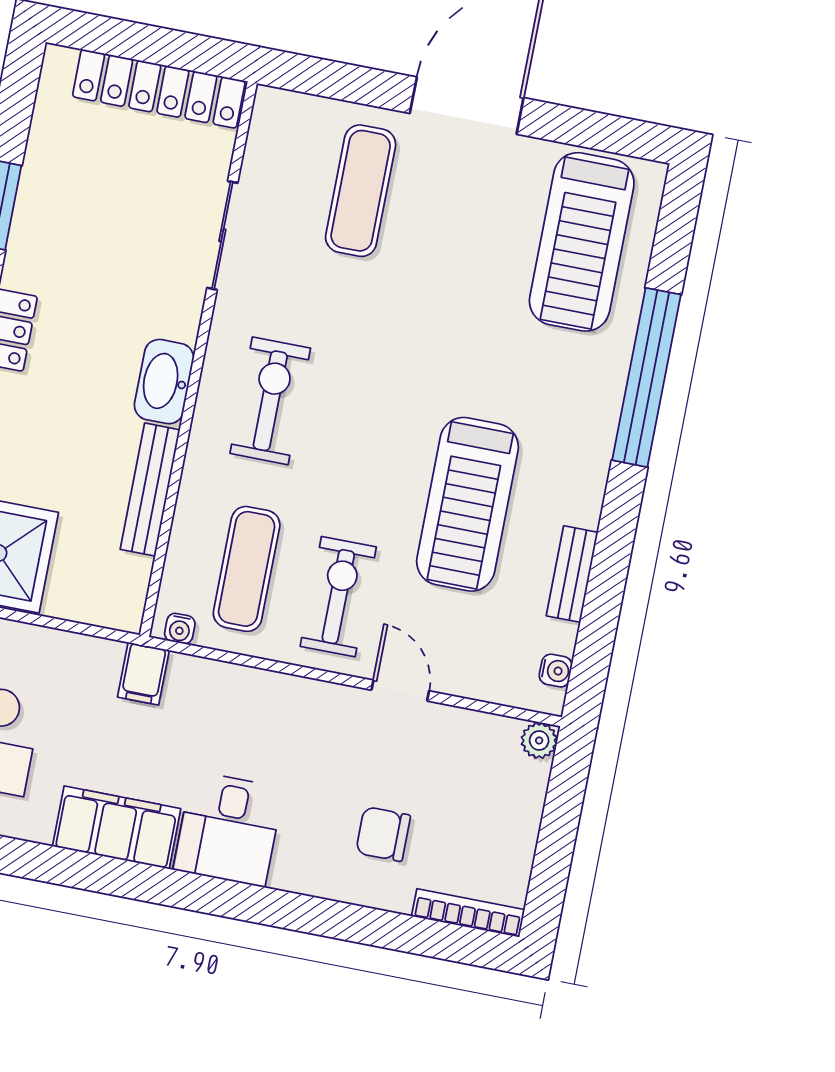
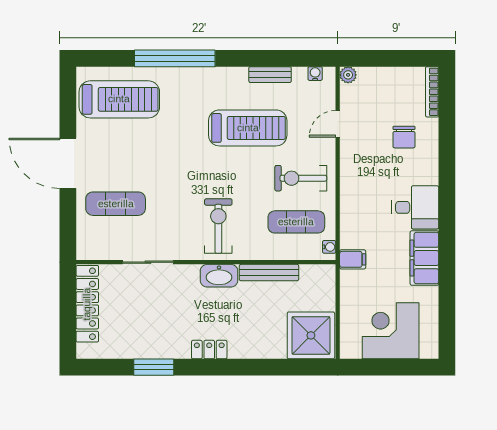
exercise bike: (270, 401) -> (218, 226), turned 90
door: (400, 690) -> (338, 124), moved

